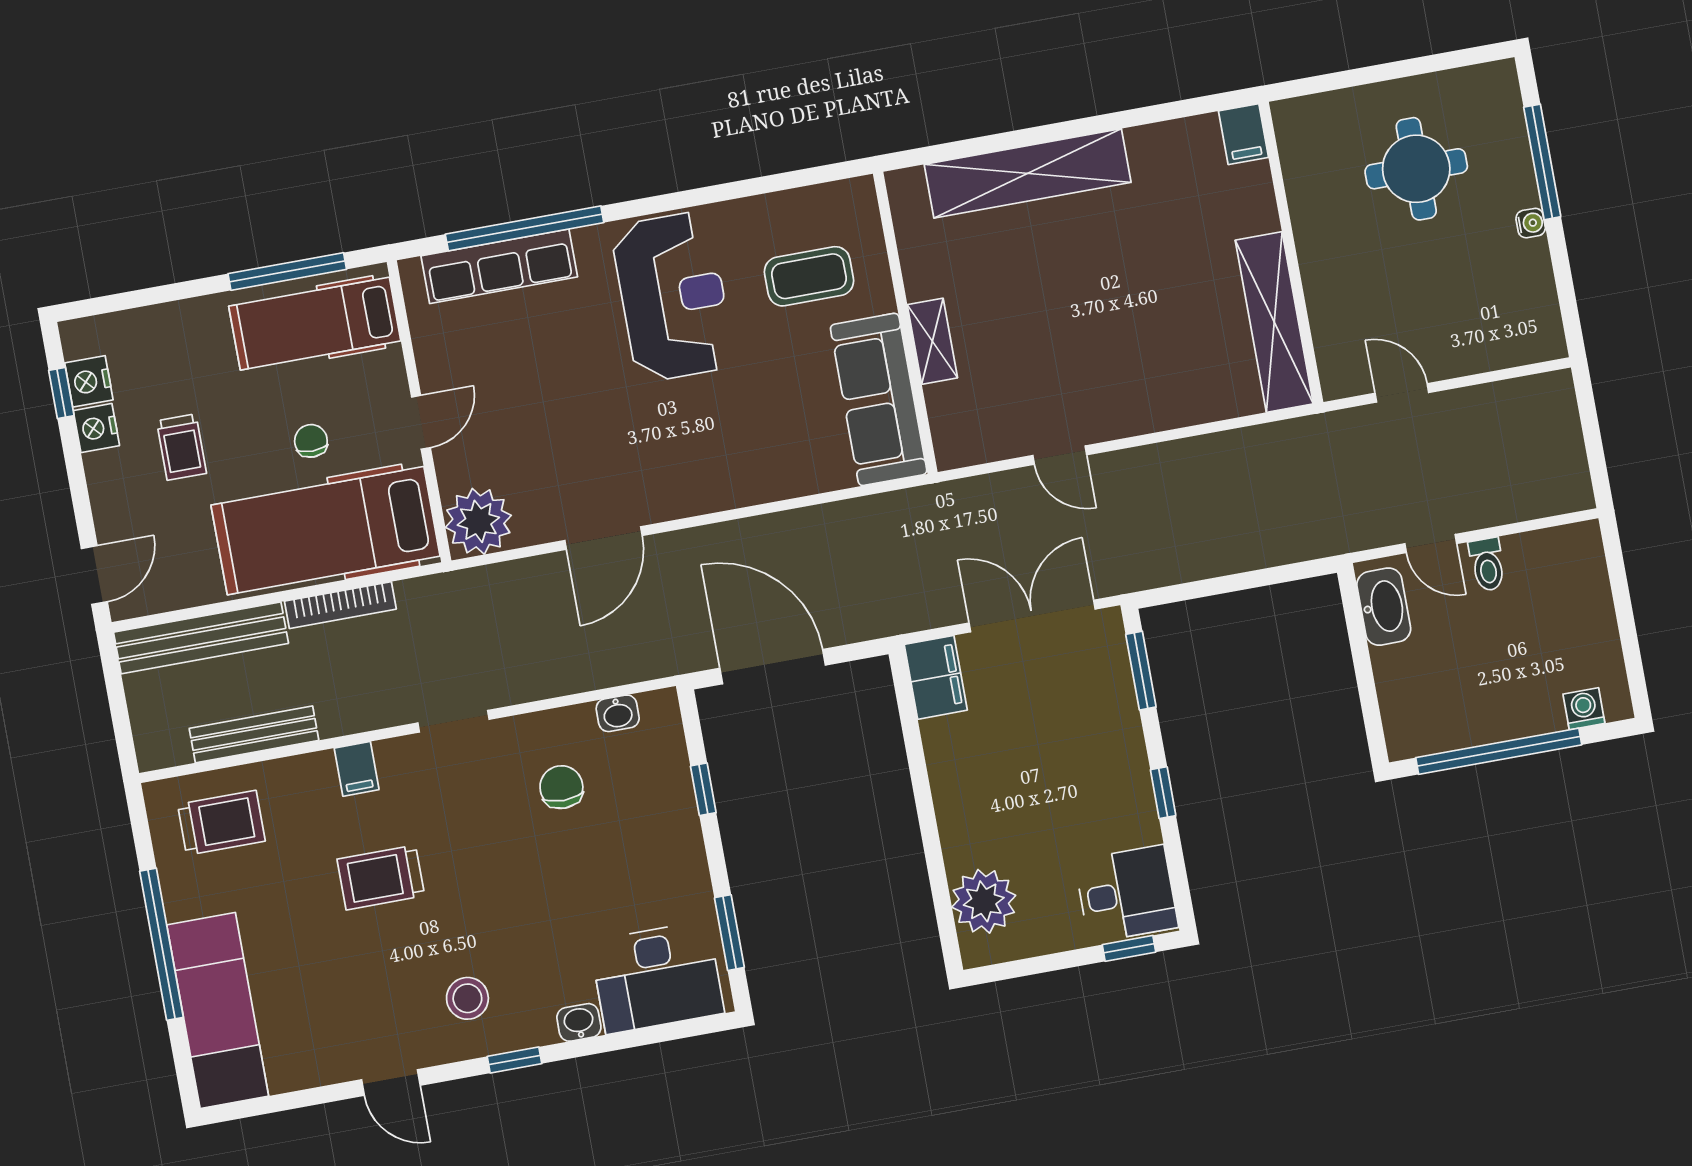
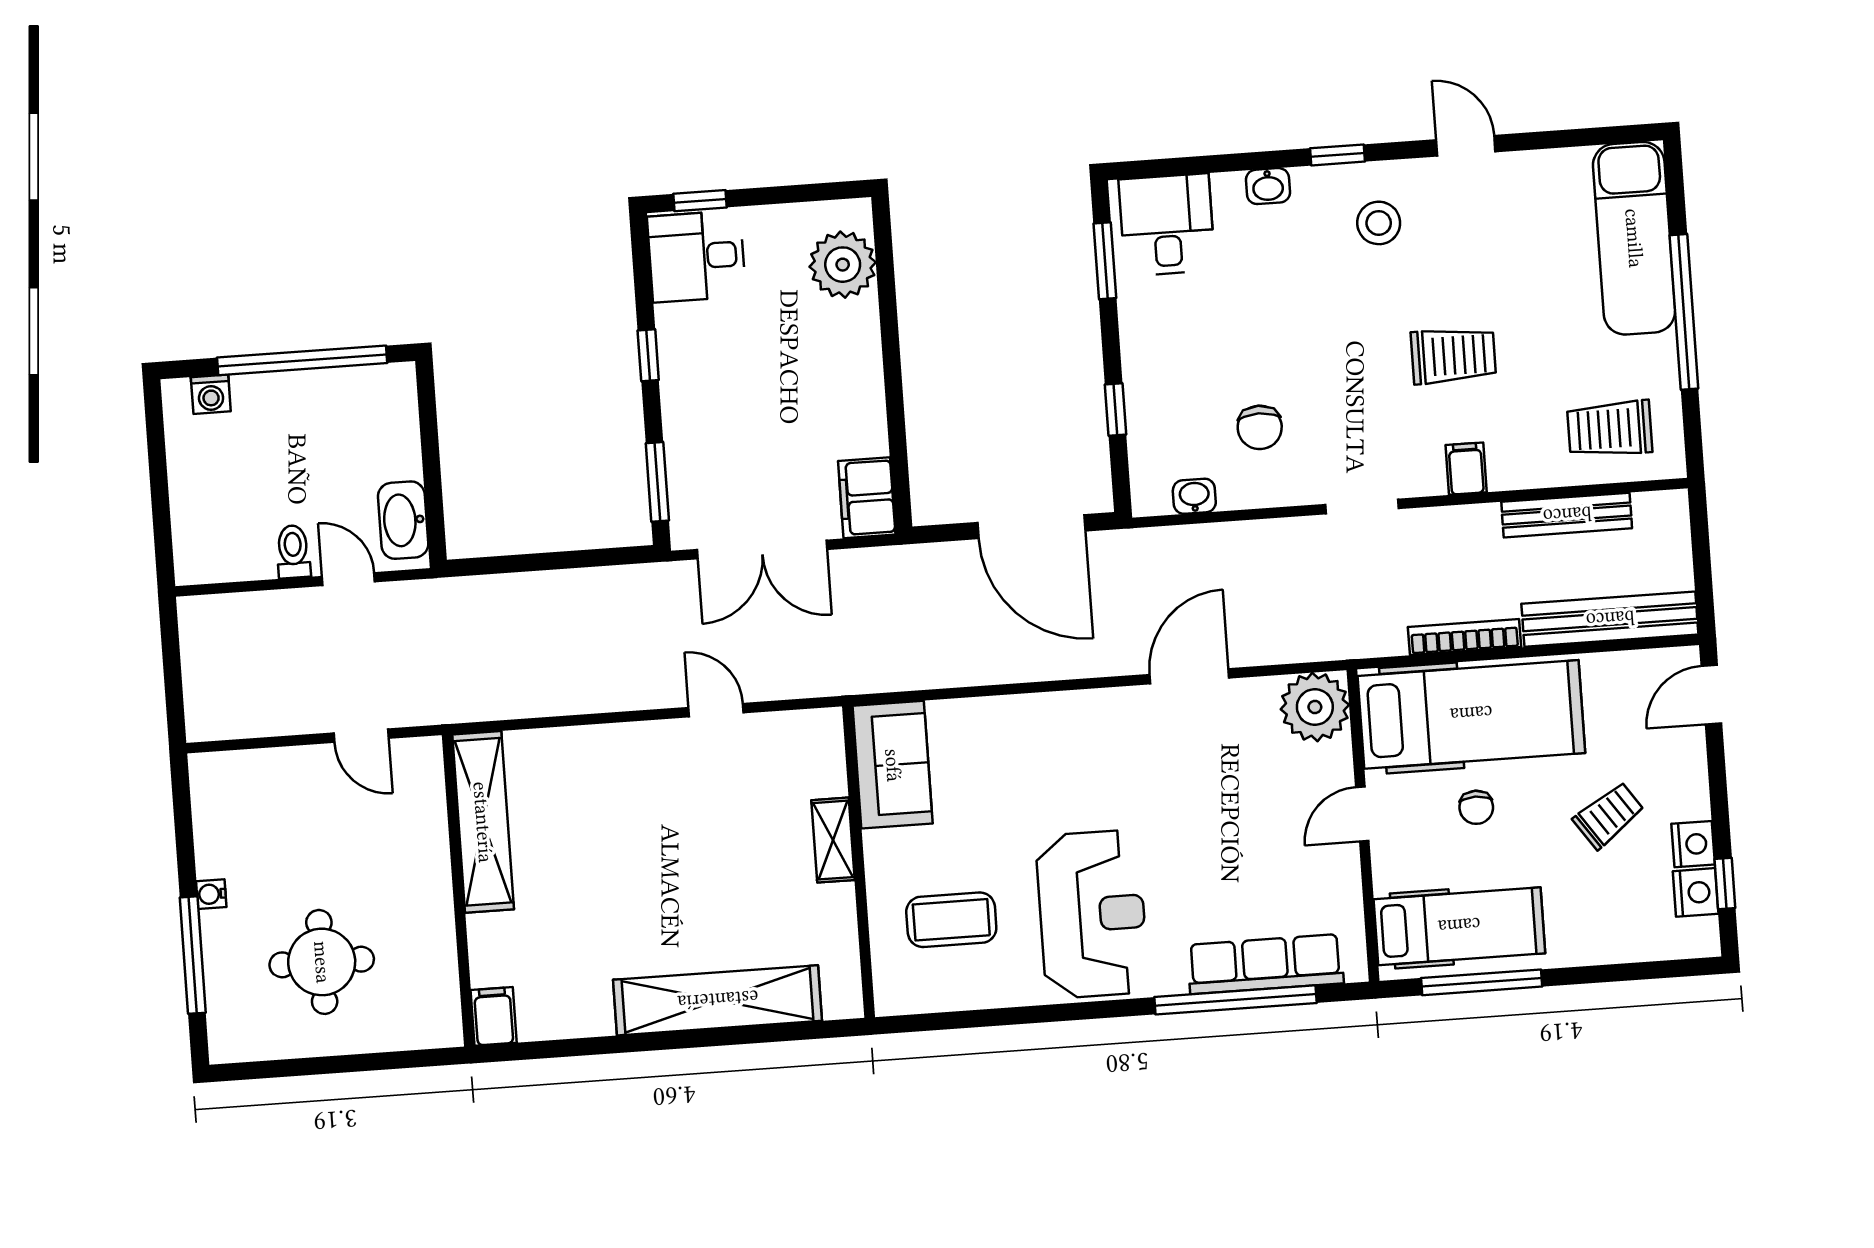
reception desk: (673, 297) -> (1092, 914), turned 180
sofa: (879, 399) -> (893, 765), width x0.73
trolley: (182, 447) -> (1609, 815), turned 55
desk: (657, 977) -> (1167, 225), width x0.73

